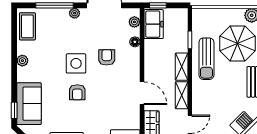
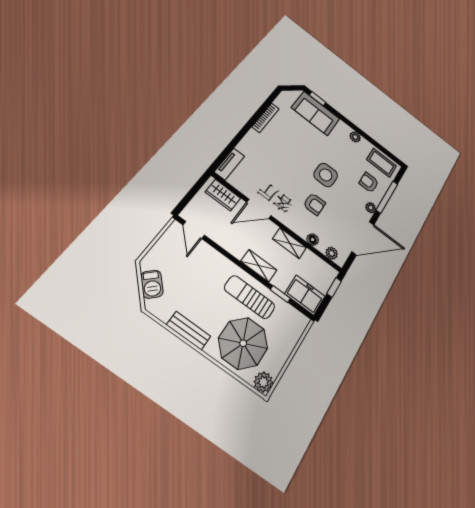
freezer: (154, 24) -> (305, 295), moved, turned 180
armchair: (77, 92) -> (369, 182), moved
shelving: (182, 95) -> (290, 243), moved

